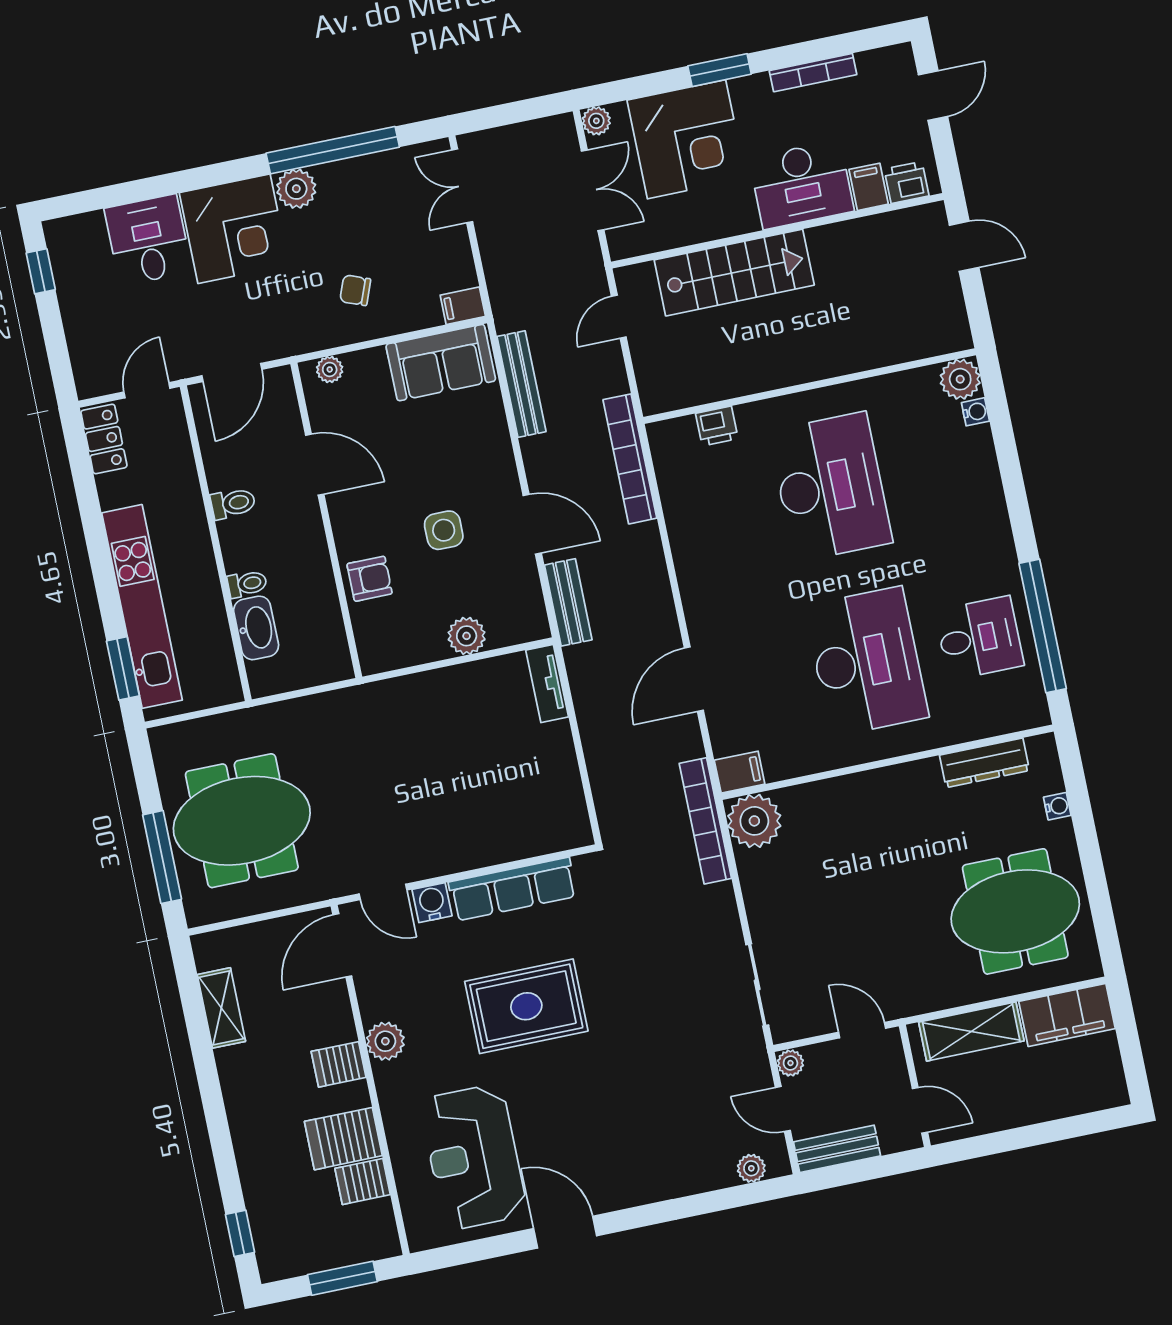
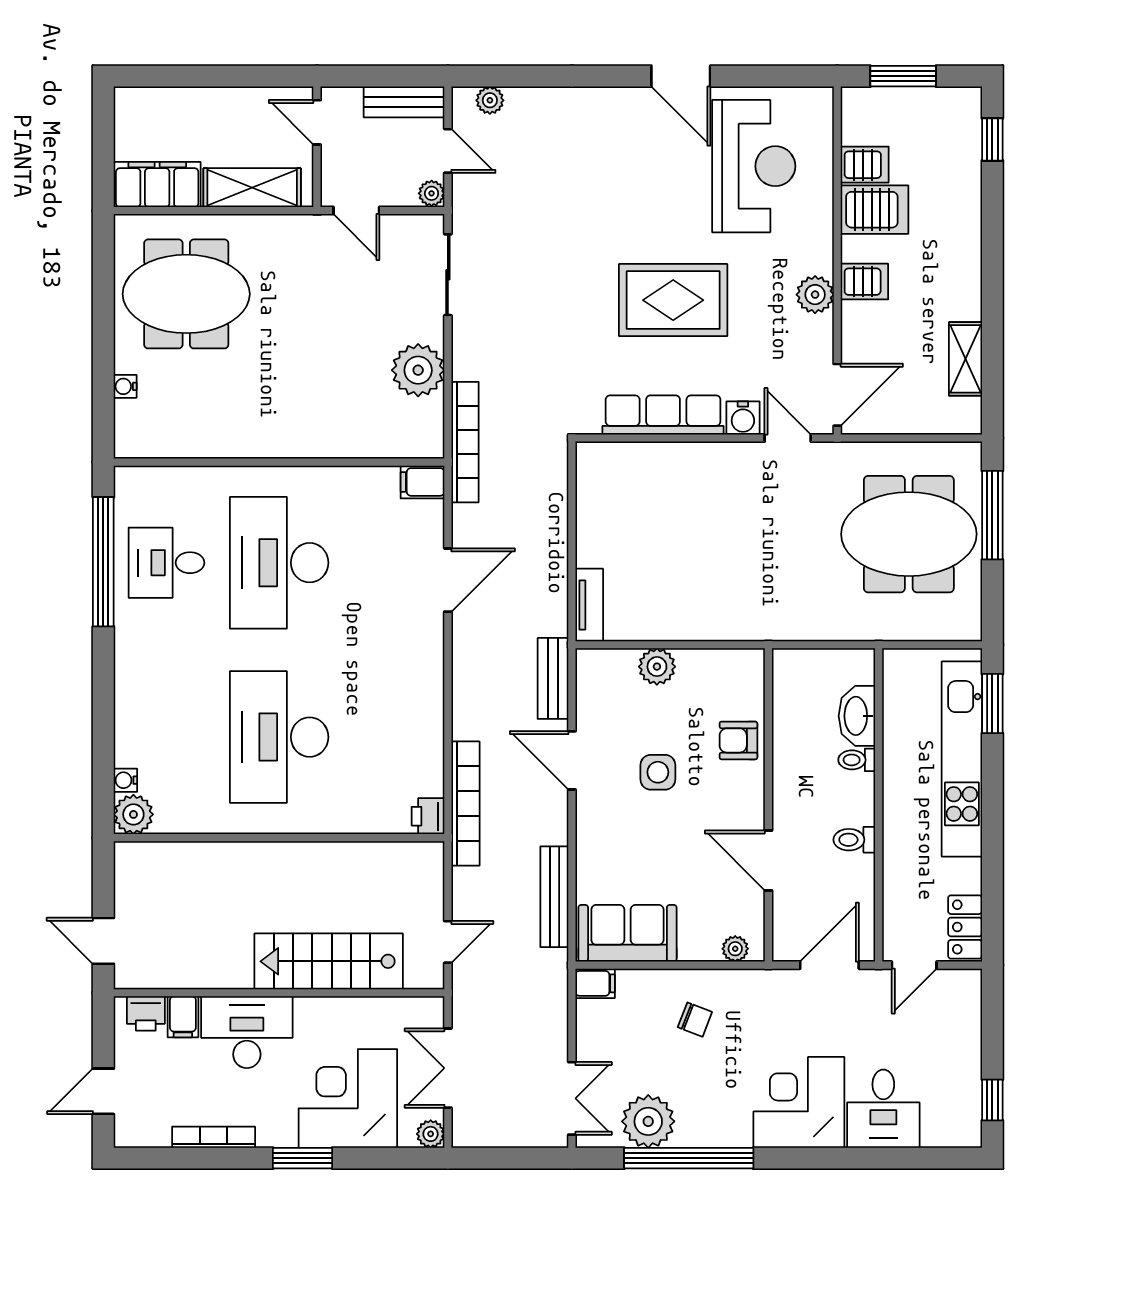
plant: (296, 189) -> (648, 1121), moved, width x1.36, depth x1.36
printer: (717, 426) -> (428, 816), moved, turned -90
dresser: (984, 763) -> (186, 442), removed
plant: (754, 821) -> (418, 370), moved

